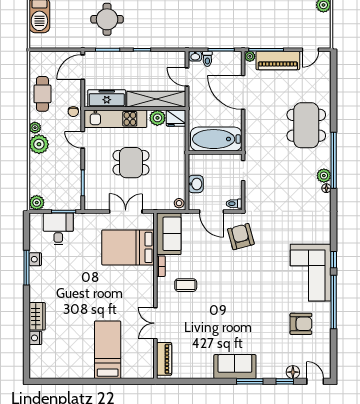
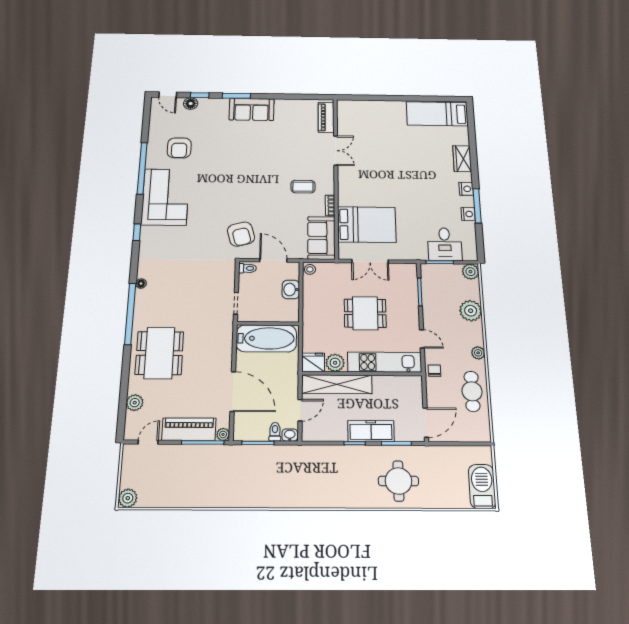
door: (187, 77) -> (300, 410), hinge flipped
freezer: (107, 98) -> (371, 431), moved, turned 180
plant: (39, 144) -> (471, 311), moved
plant: (324, 176) -> (135, 403), moved
window: (334, 260) -> (137, 232), moved
armchair: (301, 324) -> (179, 148), turned -90
nightstand: (35, 338) -> (466, 189), moved
bed: (108, 350) -> (437, 114), moved, turned 90

